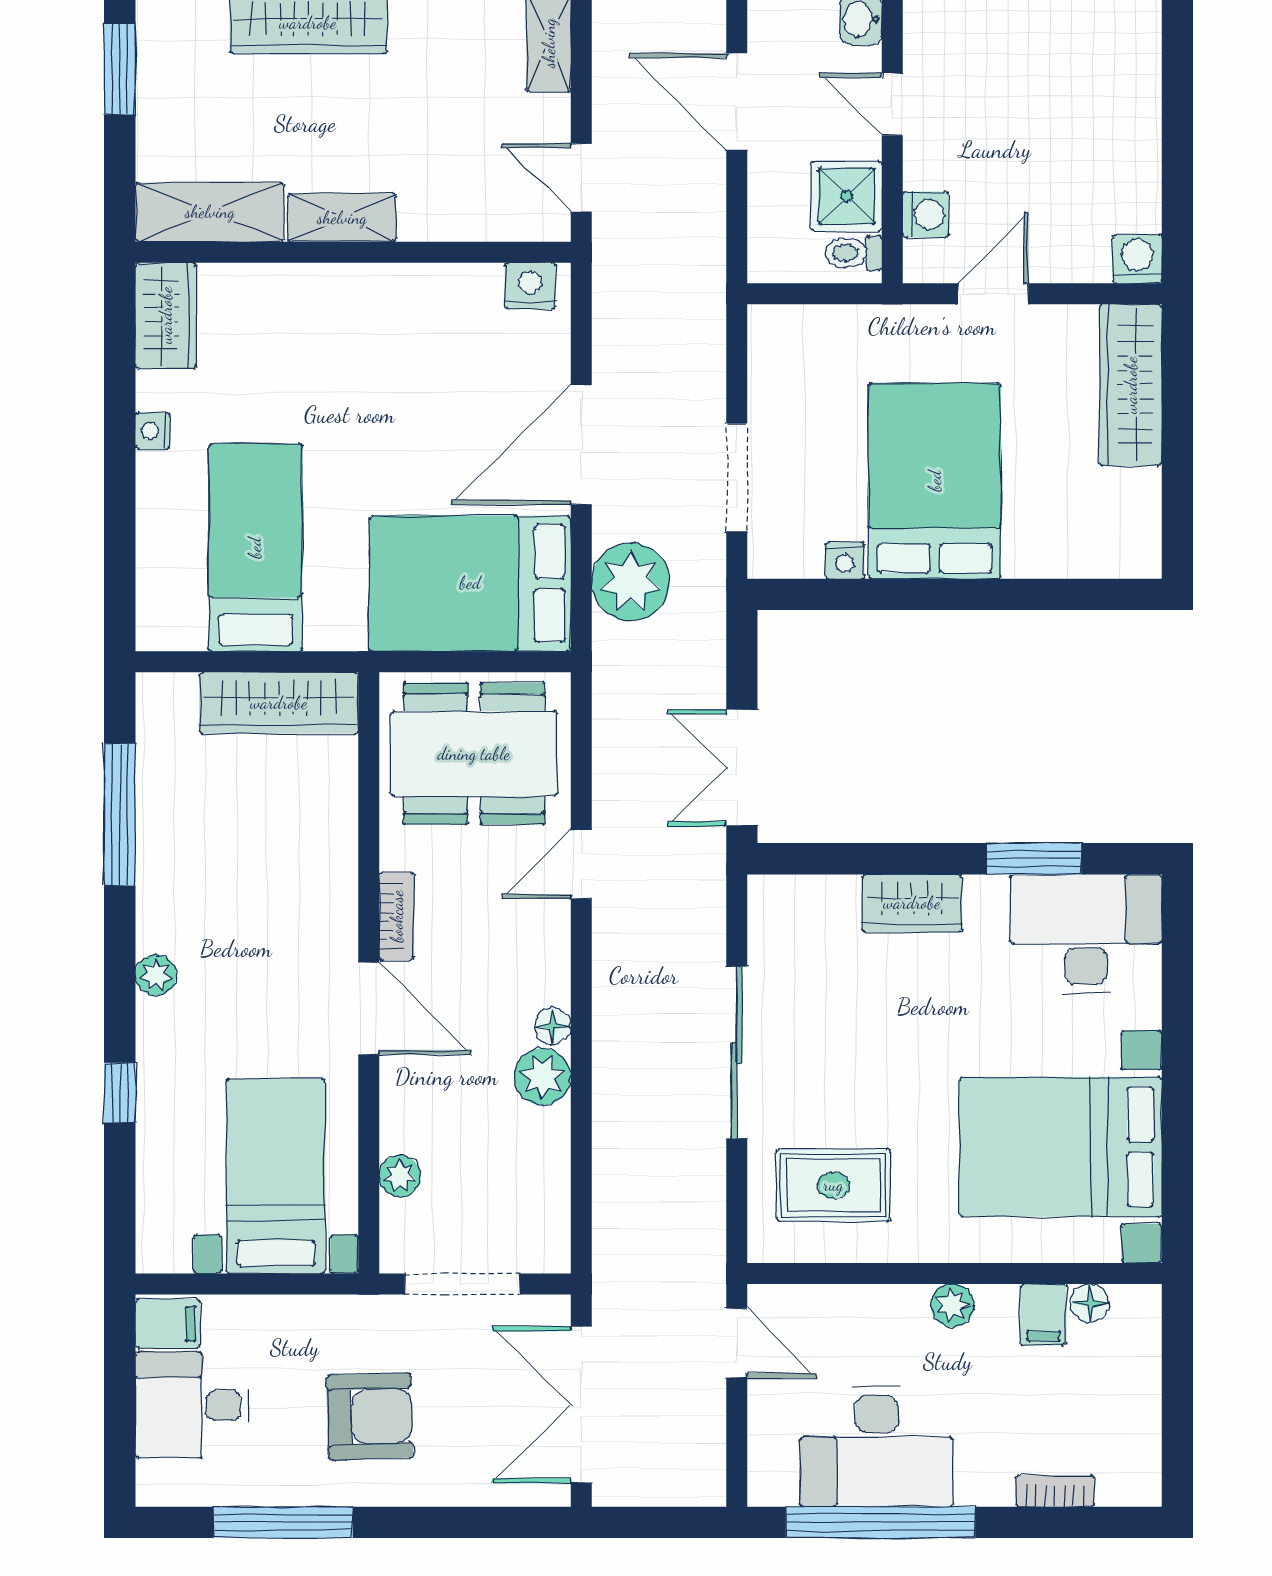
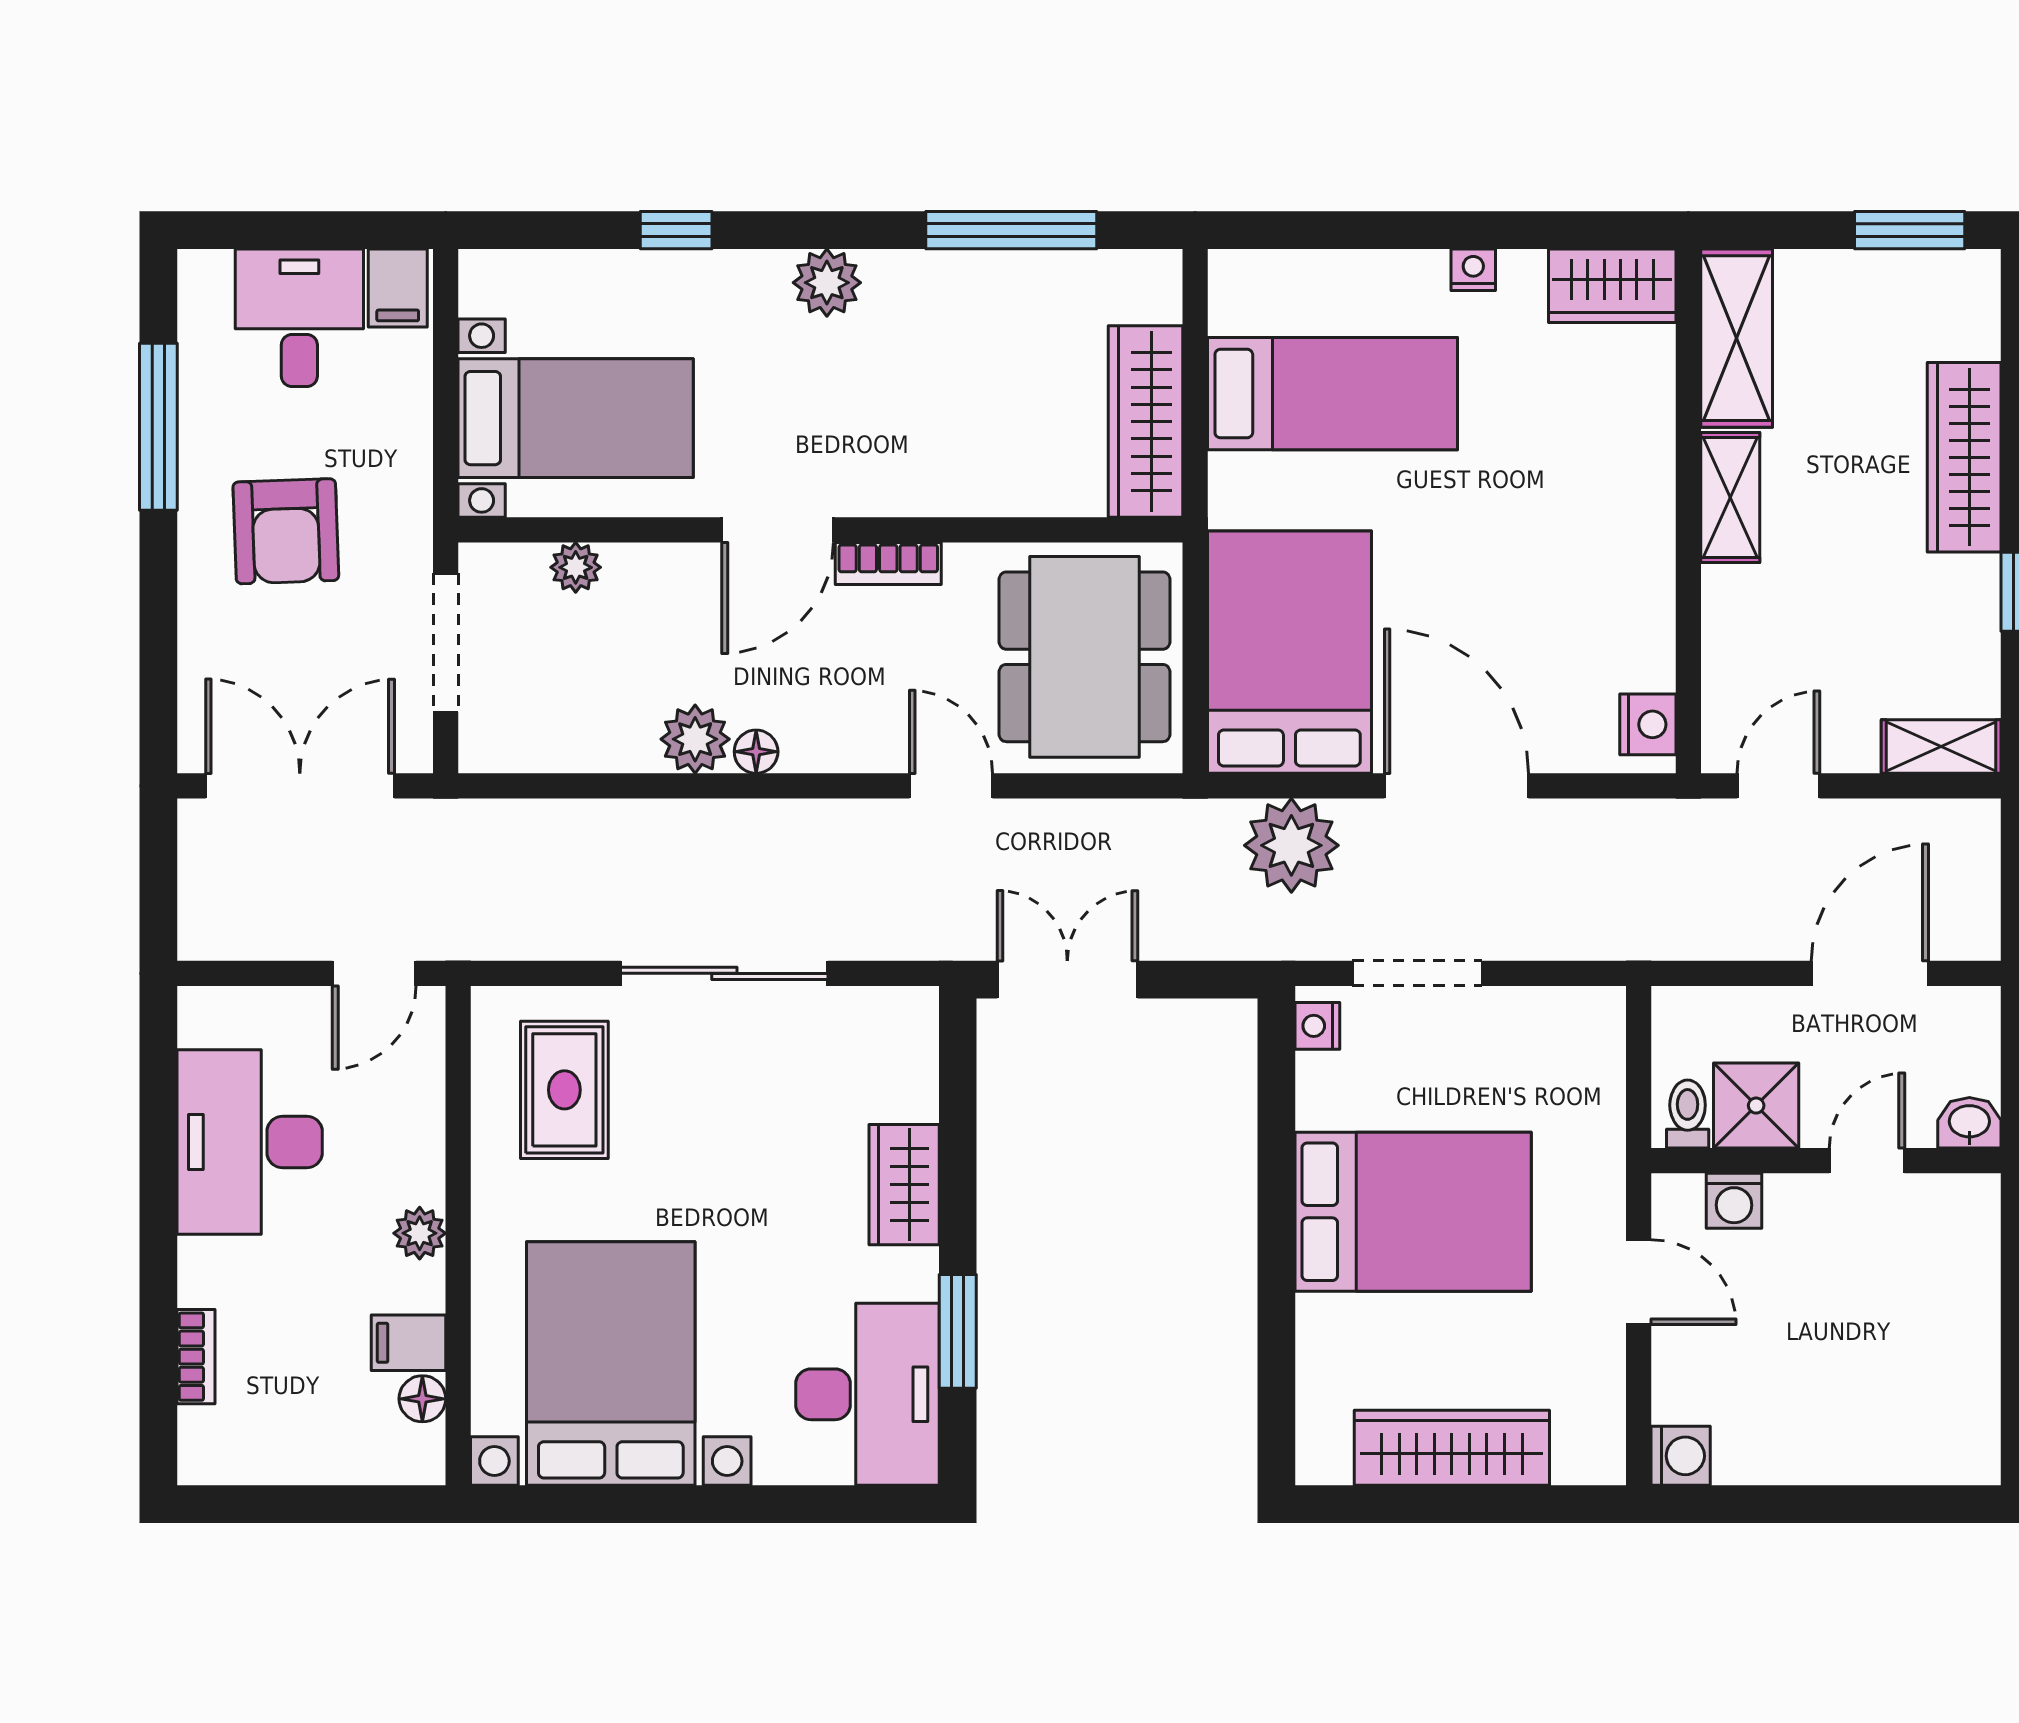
wardrobe: (1131, 385) -> (1452, 1448), moved
nightstand: (845, 560) -> (1317, 1026), moved
plant: (156, 975) -> (827, 283), width x1.38, depth x1.38
window: (881, 1522) -> (158, 1147), removed

